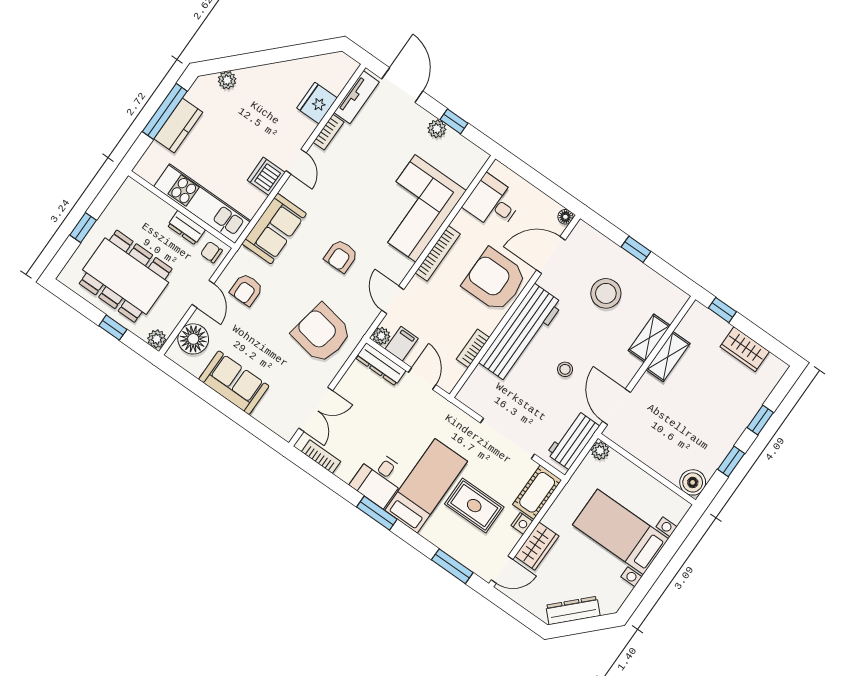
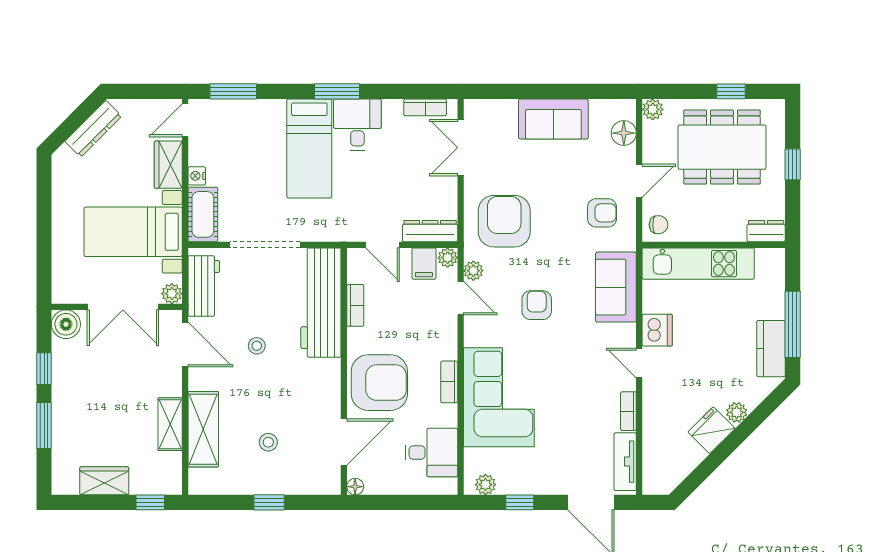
plant: (227, 80) -> (737, 412), moved
fridge: (317, 103) -> (711, 430), moved, turned -135
kitchen counter: (178, 125) -> (771, 349), moved
plant: (437, 129) -> (485, 485), moved
dresser: (186, 228) -> (766, 231), moved
bookcase: (438, 253) -> (449, 382), width x0.64
armchair: (246, 290) -> (602, 213), turned 90
stool: (606, 293) -> (268, 442), width x0.53, depth x0.53
door: (203, 294) -> (639, 181), swing flipped
plant: (369, 313) -> (473, 271), added
window: (113, 328) -> (731, 91), moved
workbench: (521, 333) -> (321, 303), moved
armchair: (322, 334) -> (504, 221), turned -100
shelving: (649, 338) -> (203, 429), width x1.50, depth x1.33
floor lamp: (193, 339) -> (624, 133), width x0.73, depth x0.73
window: (760, 420) -> (44, 426), width x1.50
double door: (642, 466) -> (123, 307), added
rug: (474, 506) -> (252, 161), removed
bed with nightstands: (620, 532) -> (133, 232), moved, turned 180

